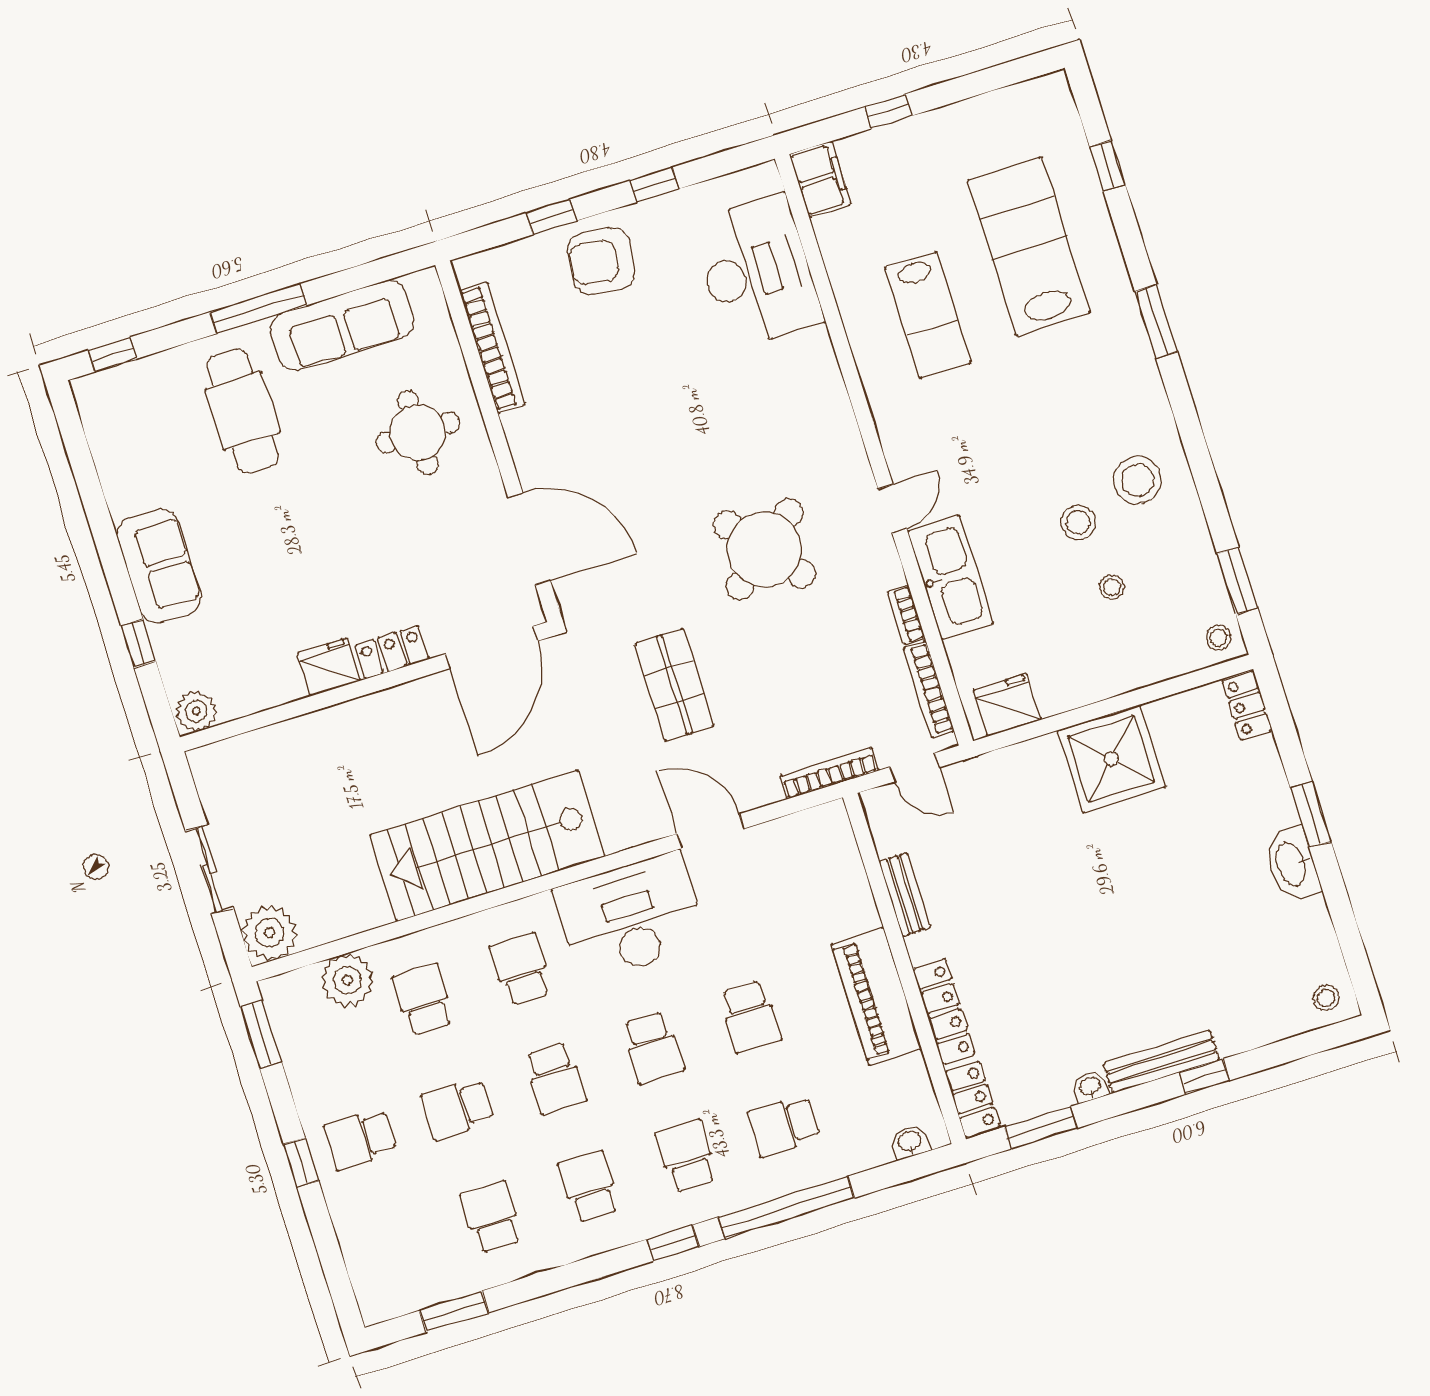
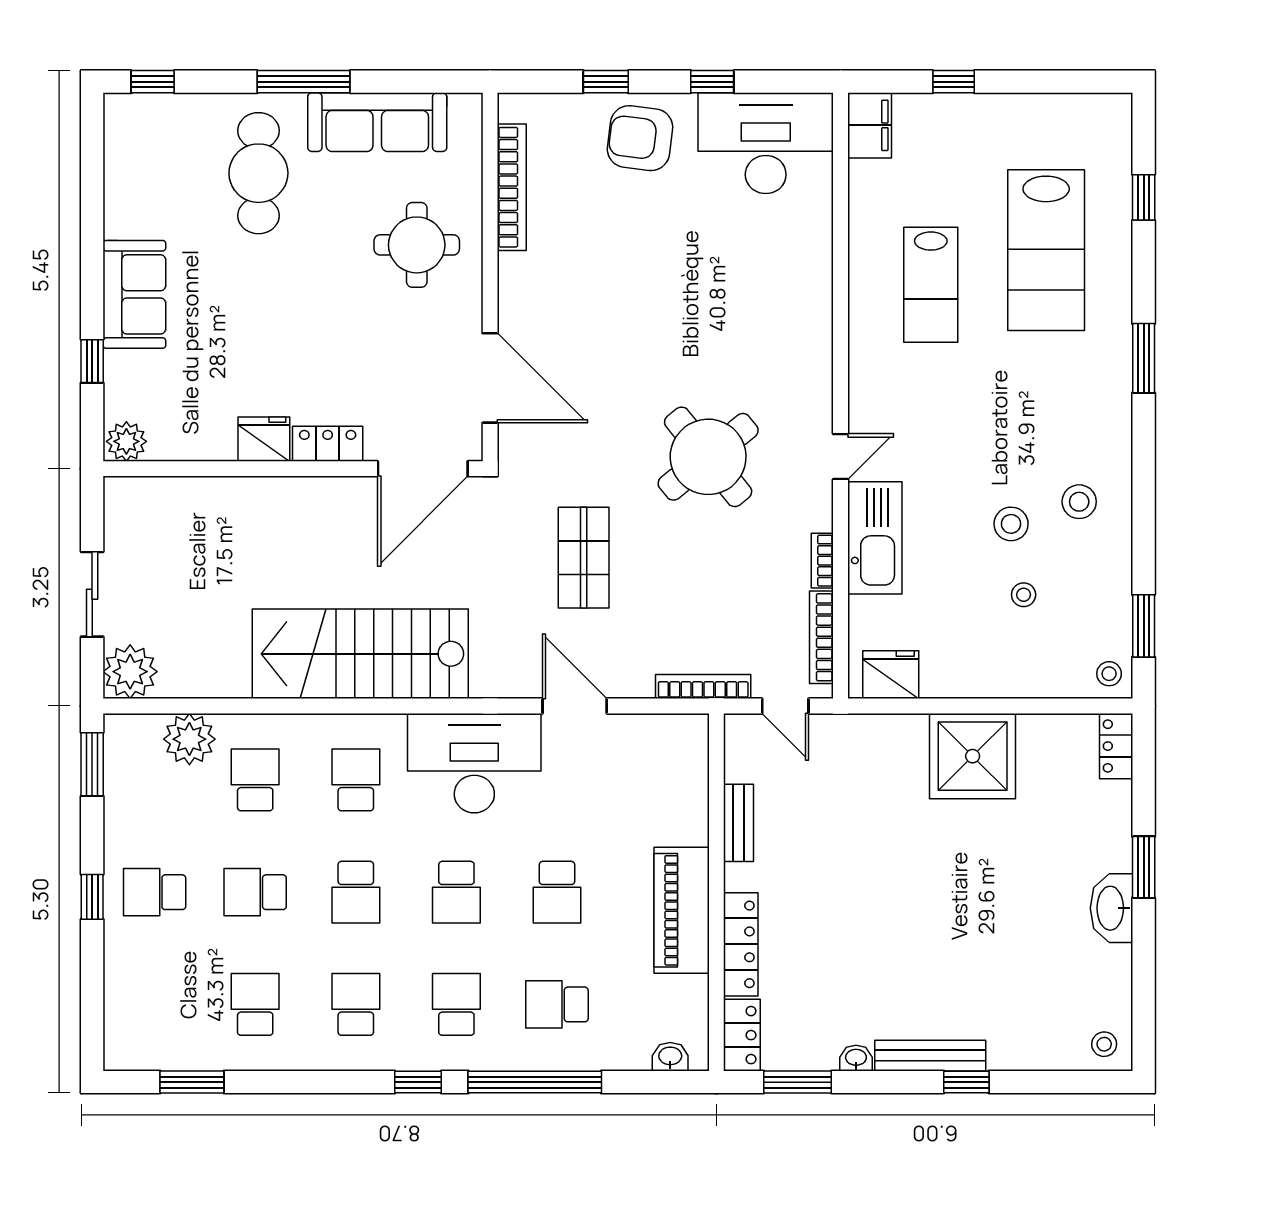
lab bench: (1029, 246) -> (1046, 250), turned 180
desk: (757, 272) -> (766, 143), moved, turned -90
stool: (1137, 480) -> (1079, 502), width x0.73, depth x0.73

